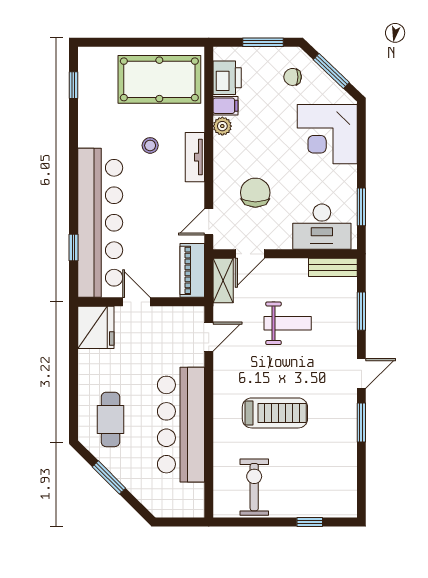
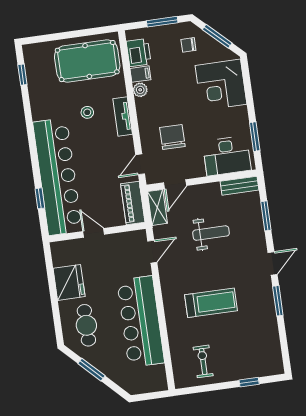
fridge: (96, 327) -> (69, 282), moved
exercise bike: (254, 487) -> (203, 361), width x0.73, depth x0.72

